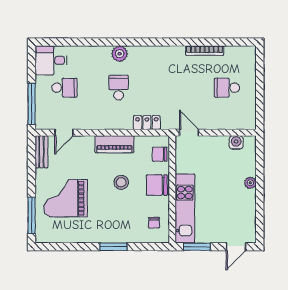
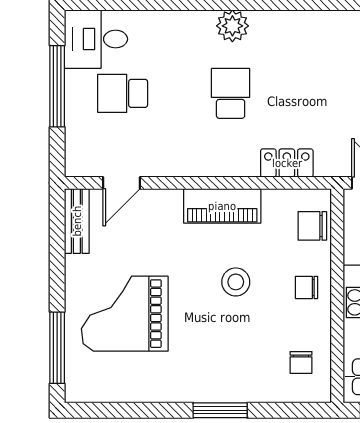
school desk: (64, 88) -> (123, 93), turned 180
window: (32, 104) -> (57, 86), moved
chair: (157, 185) -> (307, 287), width x0.54, depth x0.54

